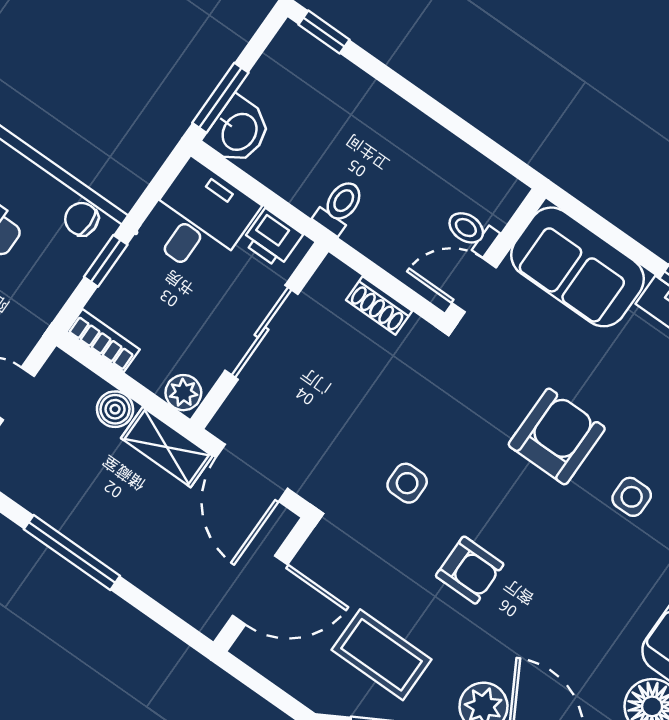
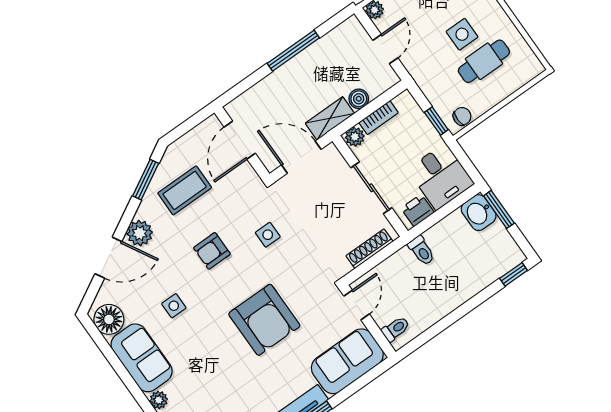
toilet: (471, 231) -> (396, 329), moved
shoe rack: (379, 305) -> (369, 249), width x1.43
bookcase: (103, 341) -> (379, 118), moved
armchair: (557, 436) -> (264, 320), width x1.36, depth x1.36
side table: (632, 497) -> (174, 306), moved

